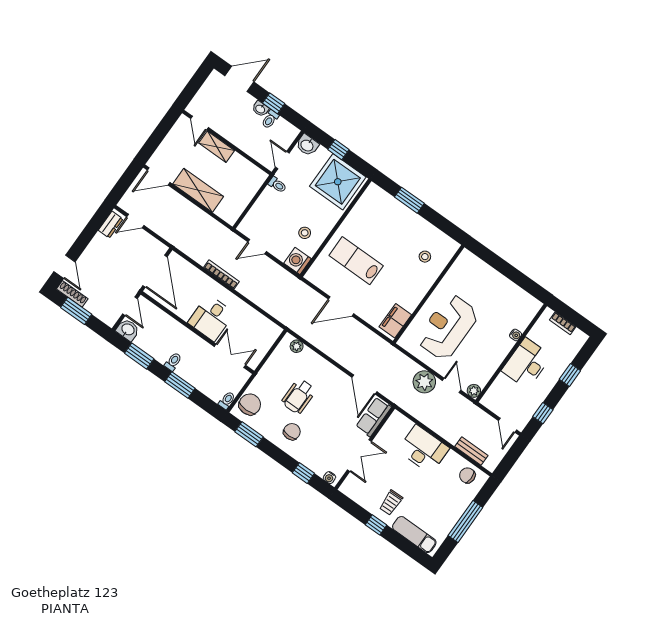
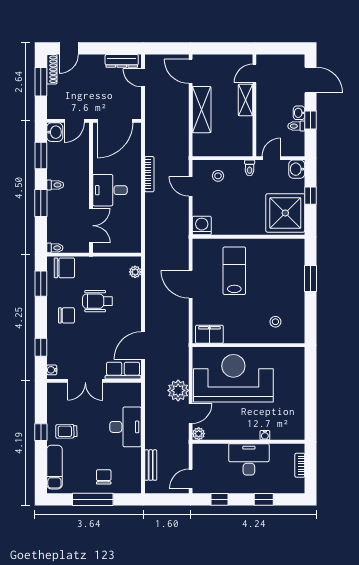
dresser: (111, 225) -> (122, 61), width x1.44
stool: (305, 233) -> (218, 176), moved
reception desk: (448, 327) -> (233, 378), width x1.36, depth x1.30
chair: (467, 475) -> (104, 477), moved

